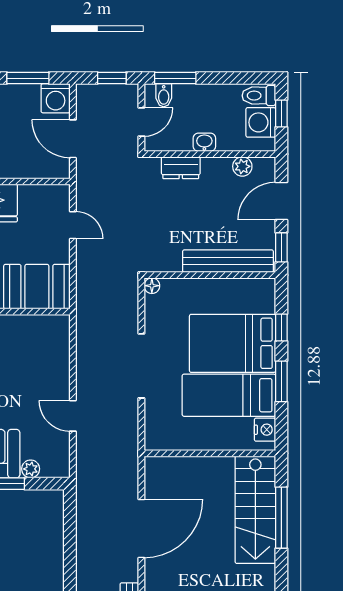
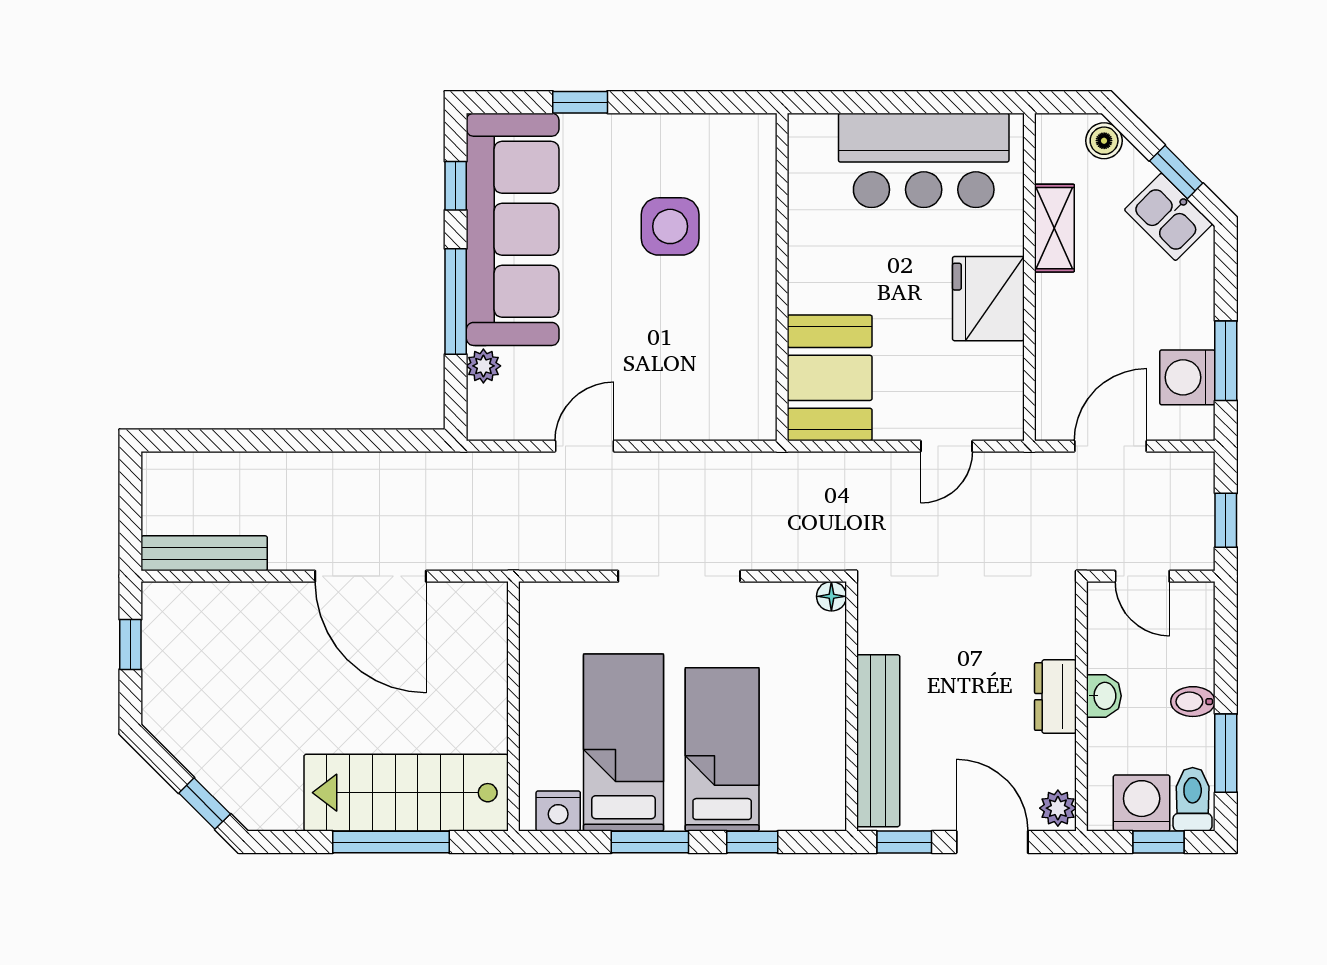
window: (175, 78) -> (1226, 753), moved
bidet: (164, 95) -> (1193, 702), moved
washing machine: (56, 98) -> (1187, 377), moved
plant: (242, 166) -> (1058, 808), moved
dresser: (181, 168) -> (1055, 697), moved
bed: (233, 343) -> (722, 749), width x0.67

